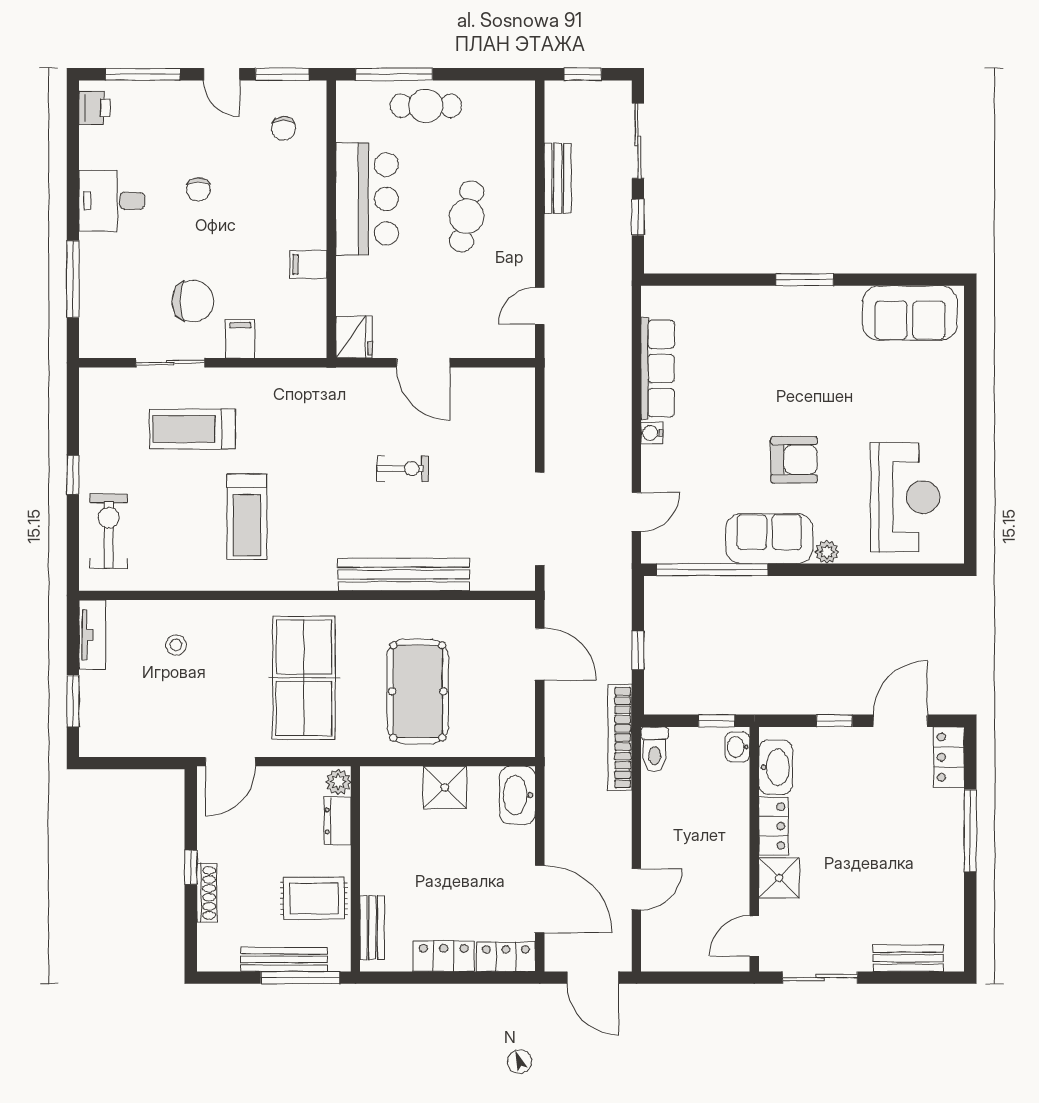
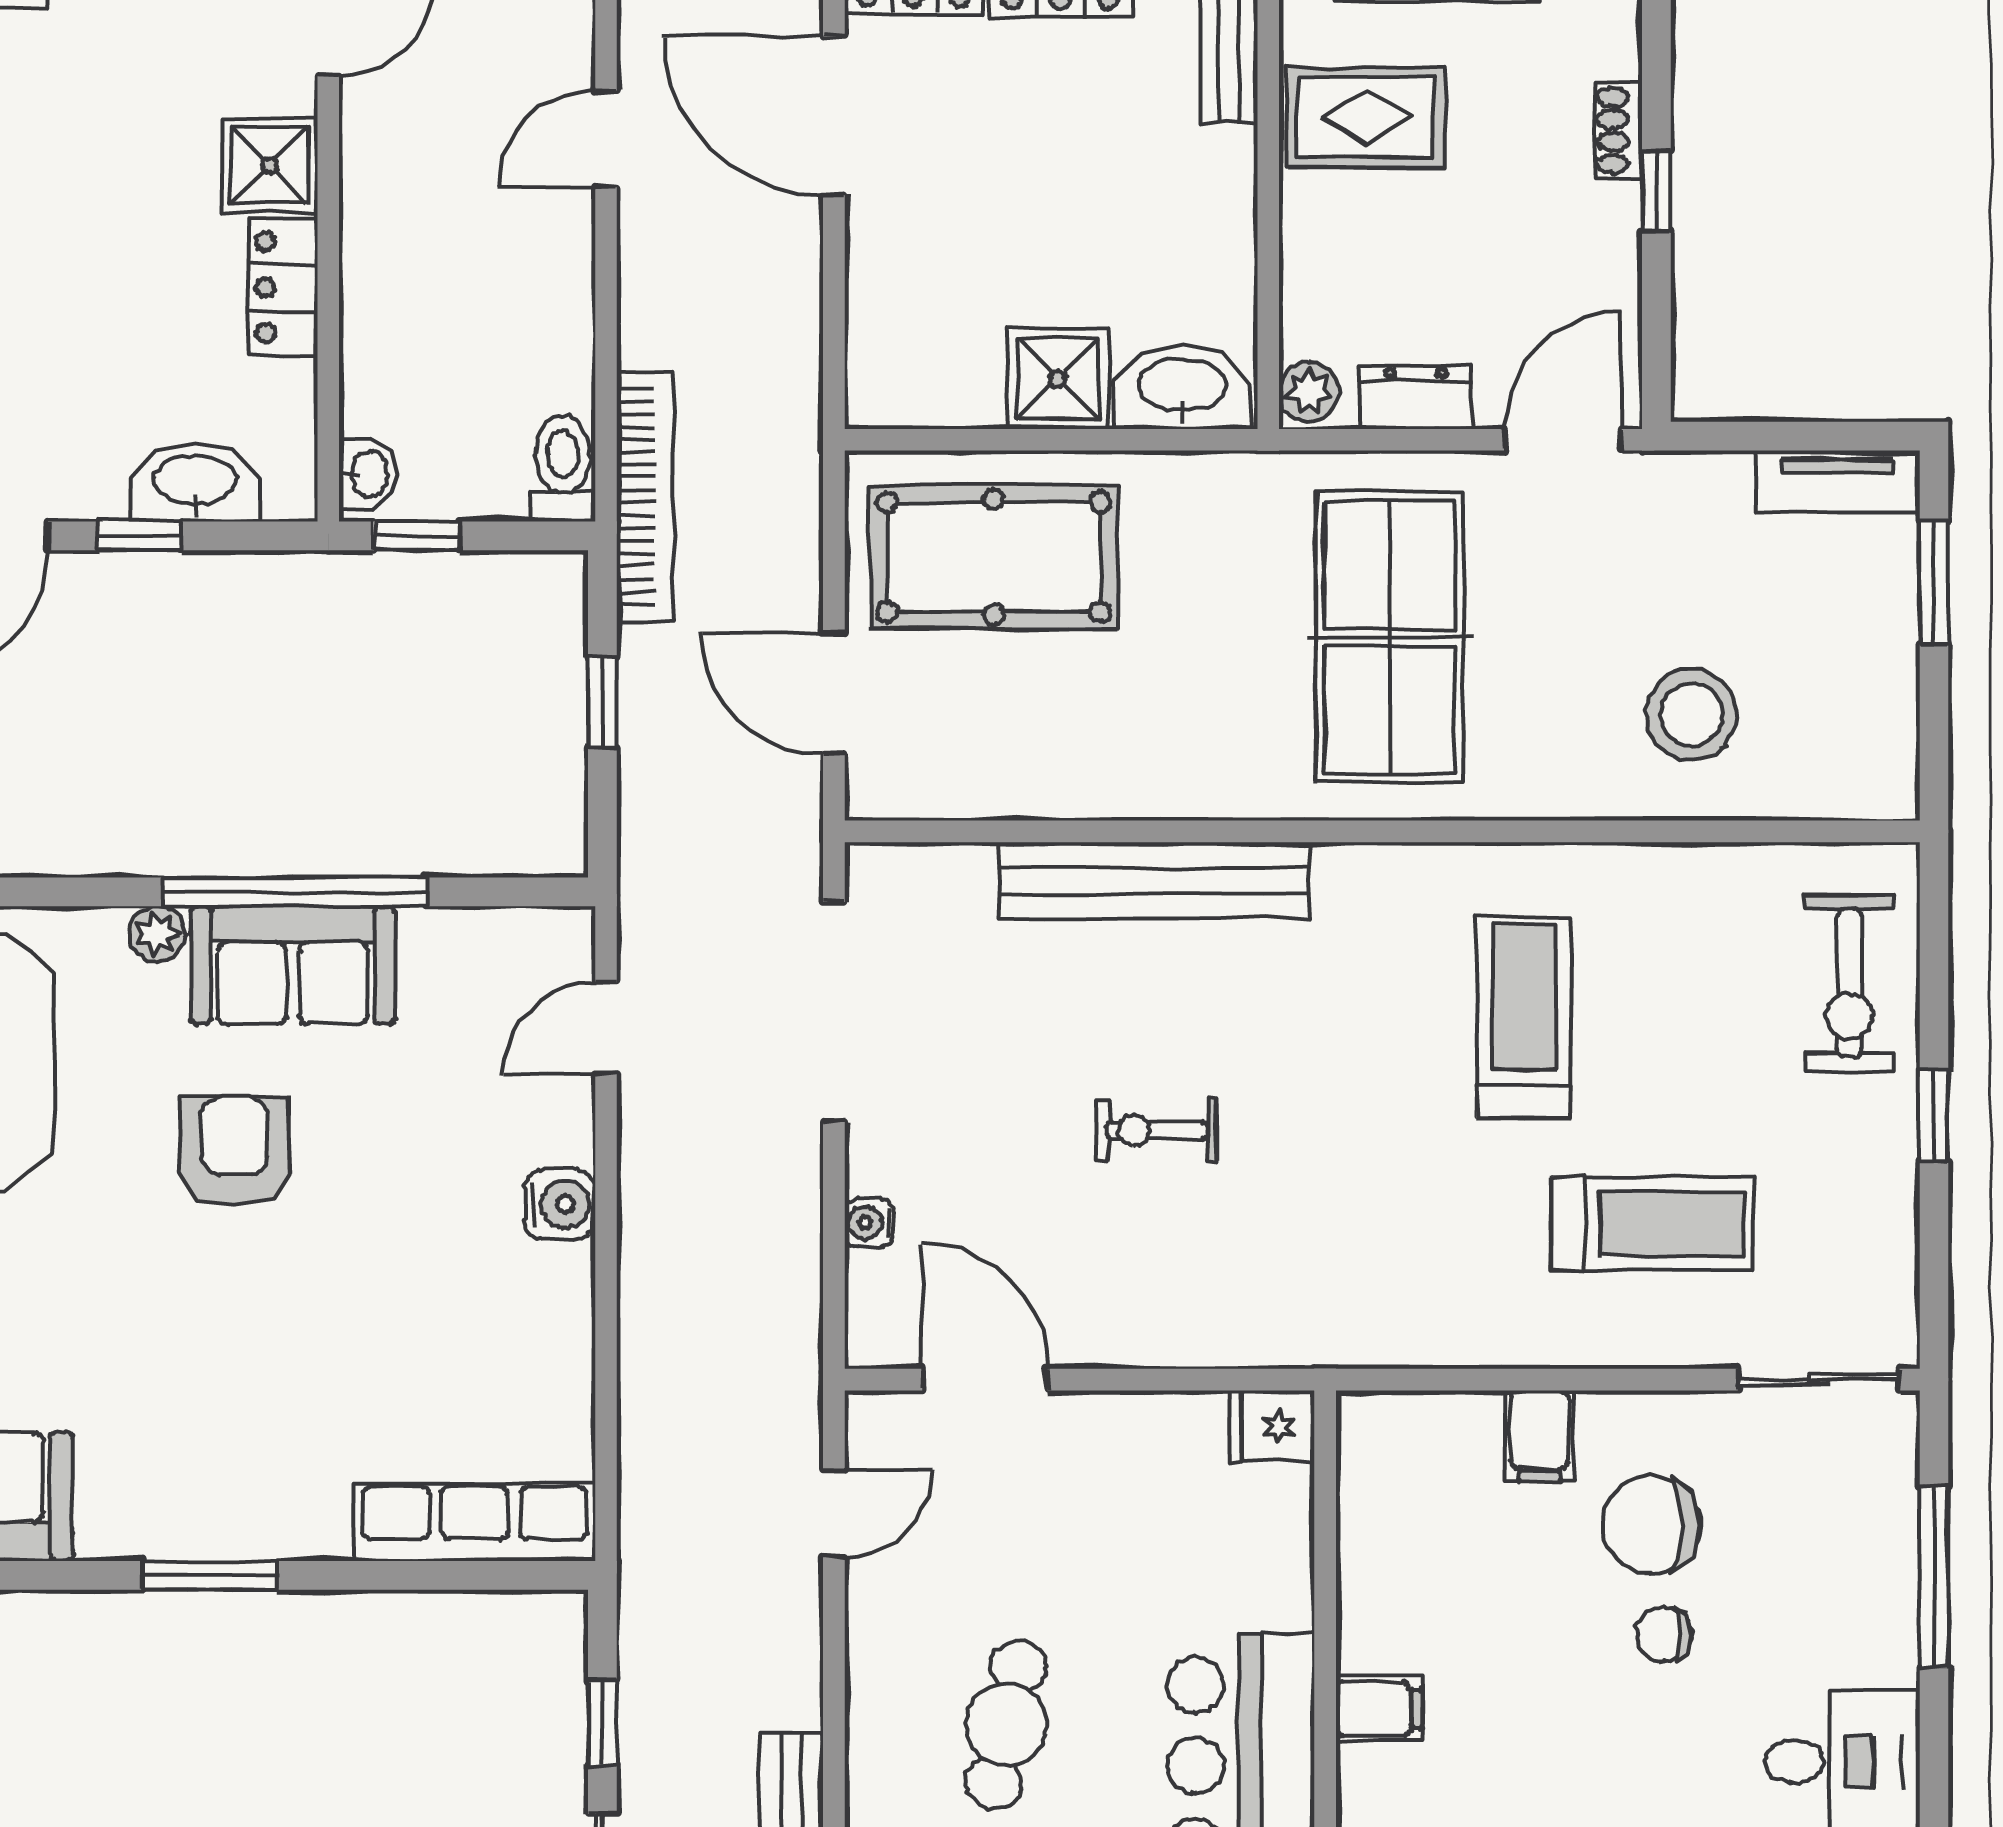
chair: (198, 189) -> (1663, 1634), moved, turned -90
filing cabinet: (308, 264) -> (1379, 1709), moved
fridge: (354, 337) -> (1272, 1426), width x0.72
sliding door: (170, 363) -> (1819, 1380), moved
door: (423, 363) -> (985, 1380), moved
row of seats: (658, 368) -> (475, 1522), moved, turned 90
water cooler: (525, 429) -> (869, 1223), added
water cooler: (652, 433) -> (560, 1204), width x1.38, depth x1.38
armchair: (794, 460) -> (235, 1151), turned 90
window: (712, 570) -> (295, 892), moved
tv unit: (92, 635) -> (1838, 482), moved, turned -90
stool: (176, 645) -> (1691, 715), width x1.89, depth x1.89
pool table: (418, 691) -> (994, 557), moved, turned 90
washbasin: (776, 767) -> (195, 482), moved, turned 90
washbasin: (517, 795) -> (1182, 387), moved, turned -90
dresser: (337, 821) -> (1416, 397), moved, turned -90
shoe rack: (207, 893) -> (1619, 130), width x0.70

